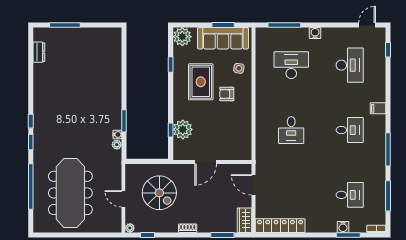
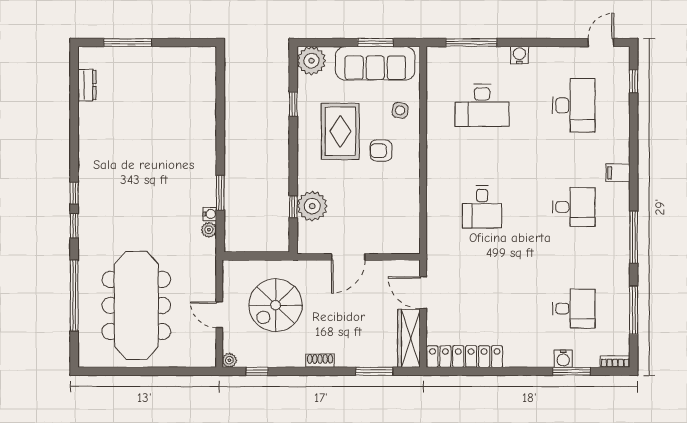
desk: (291, 65) -> (482, 105), turned 180
spiral stairs: (159, 193) -> (276, 305), turned 90
wardrobe: (245, 220) -> (409, 338), width x1.50

